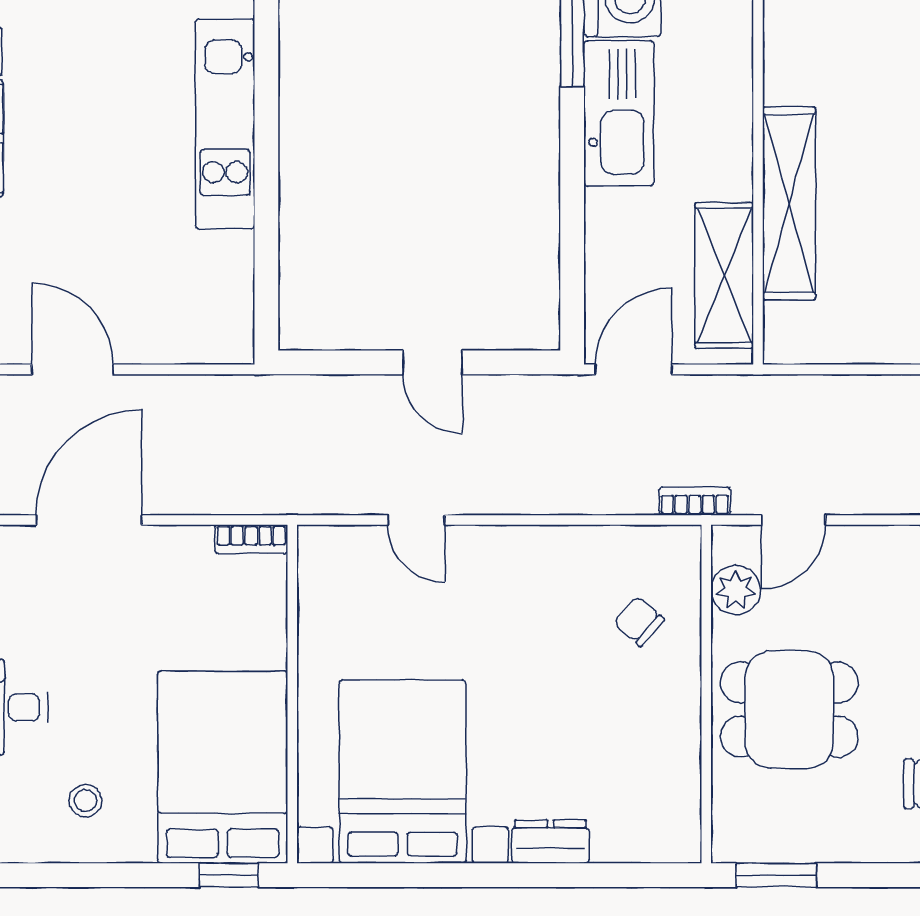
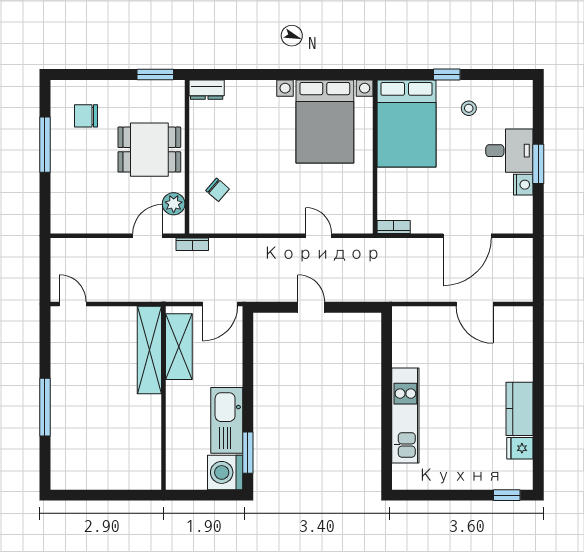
shelving: (789, 203) -> (149, 350), moved
dresser: (551, 842) -> (207, 90), moved
window: (229, 875) -> (447, 74), moved

